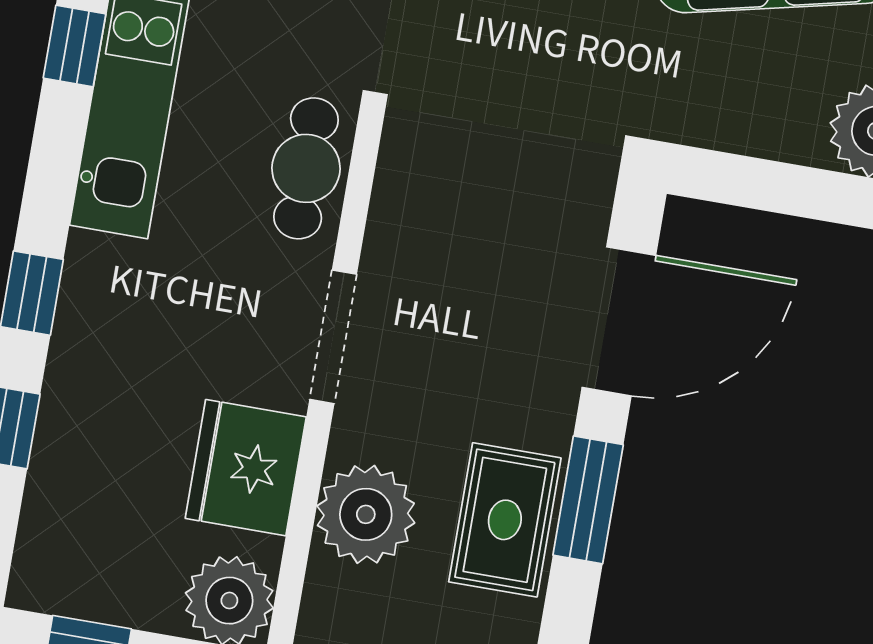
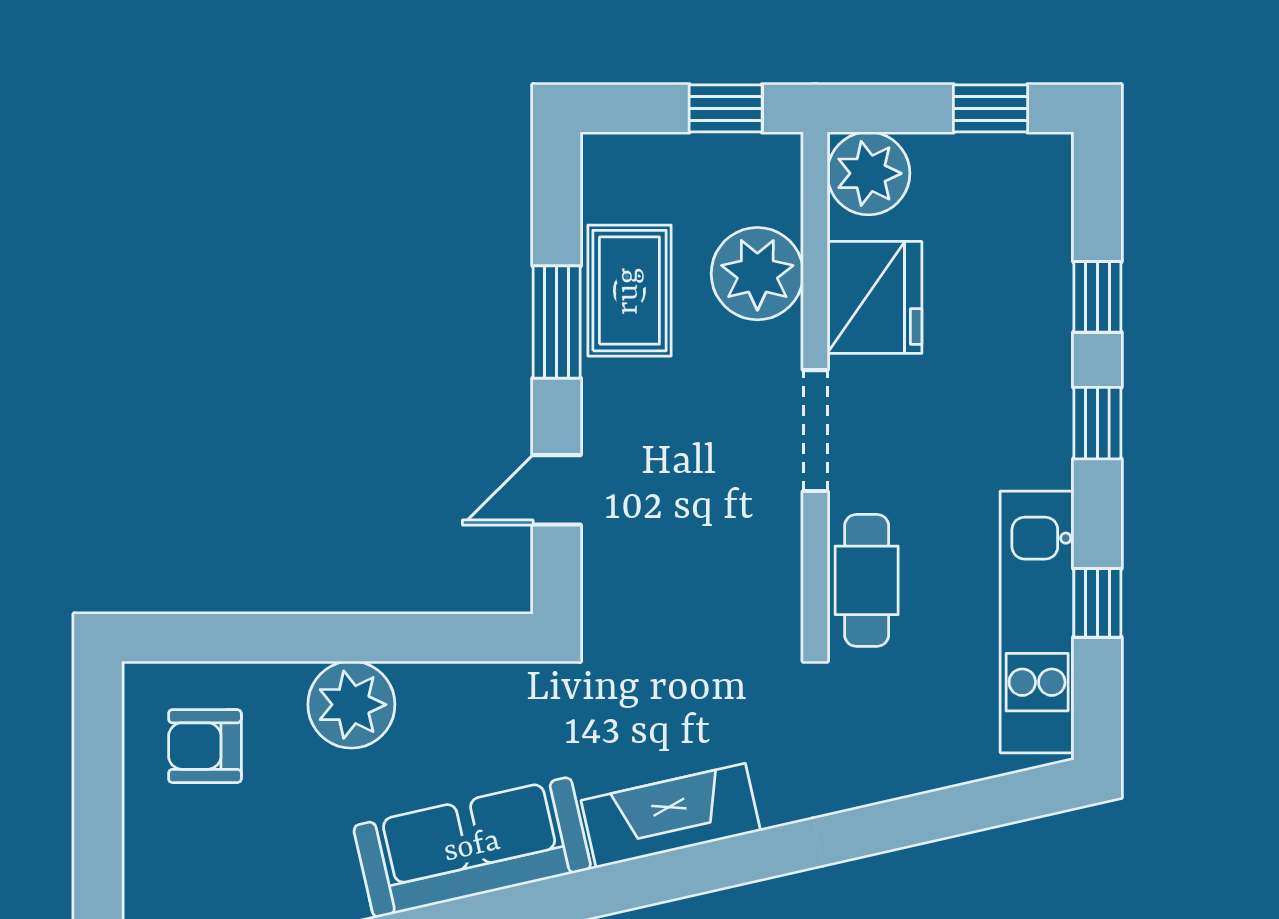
window: (75, 46) -> (1097, 603), moved
door: (619, 321) -> (557, 490), width x0.53

